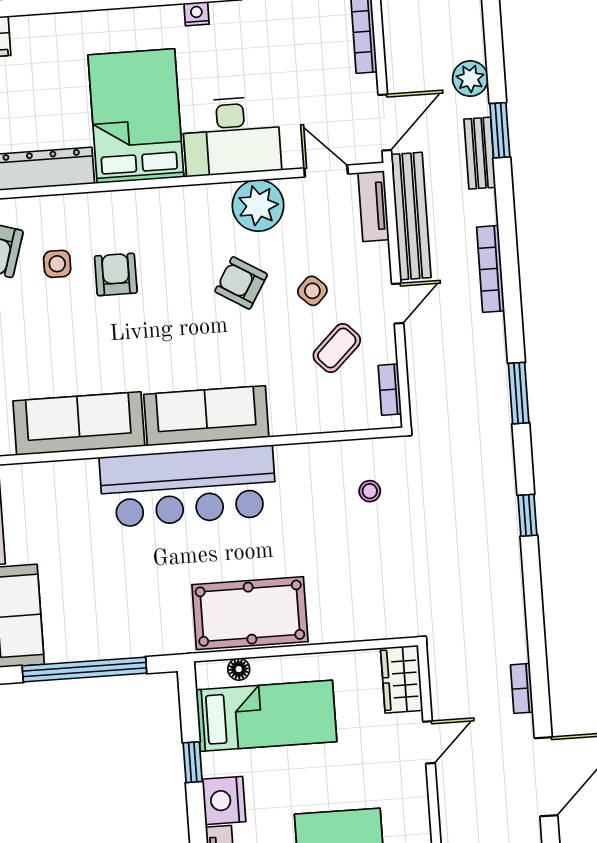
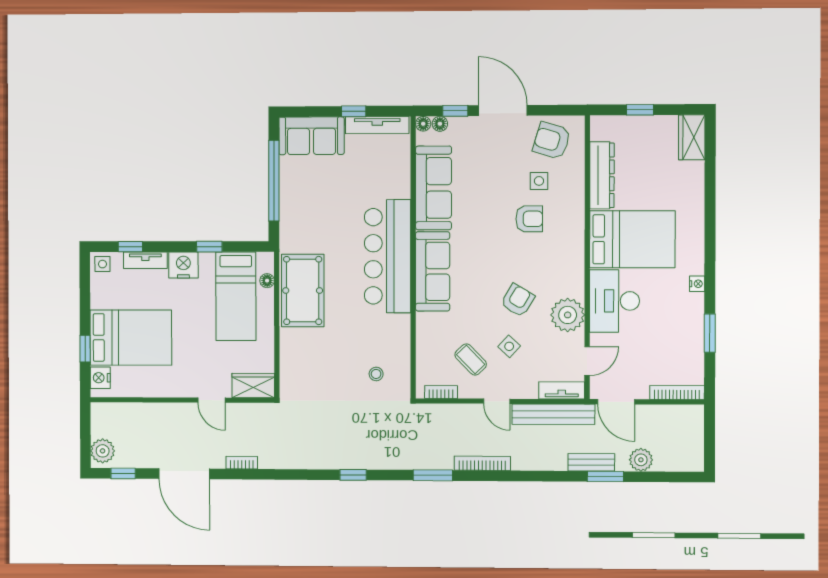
bookcase: (491, 269) -> (482, 463), moved

